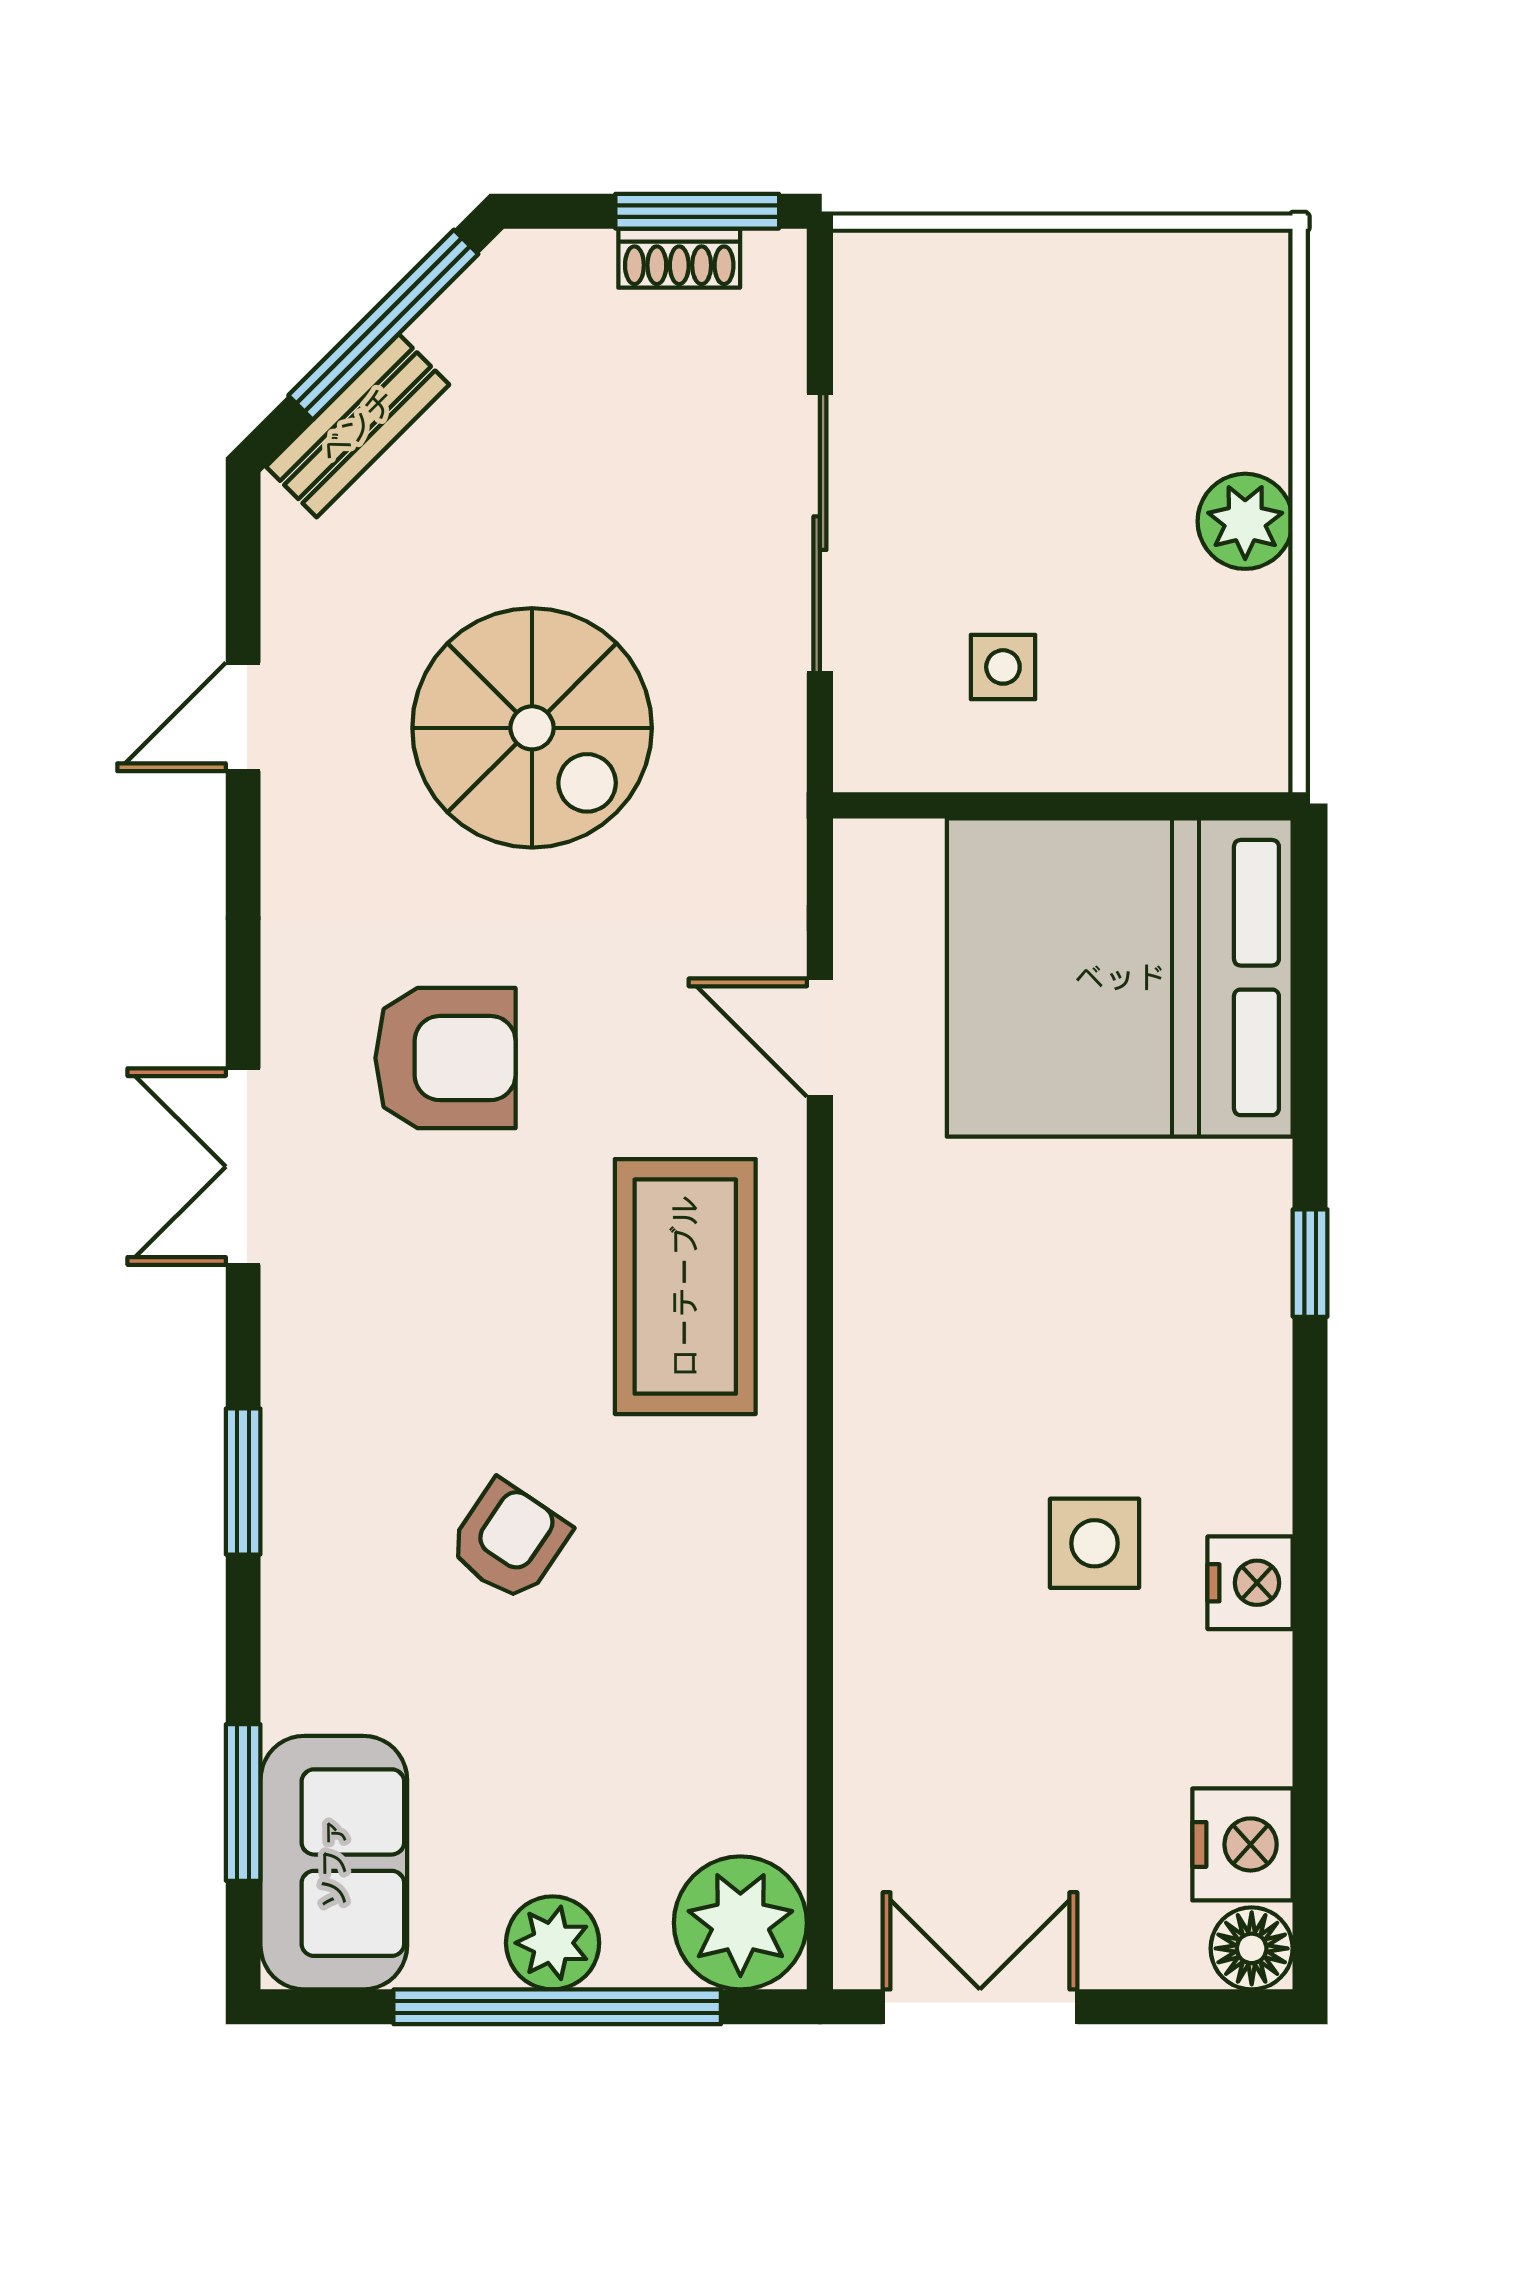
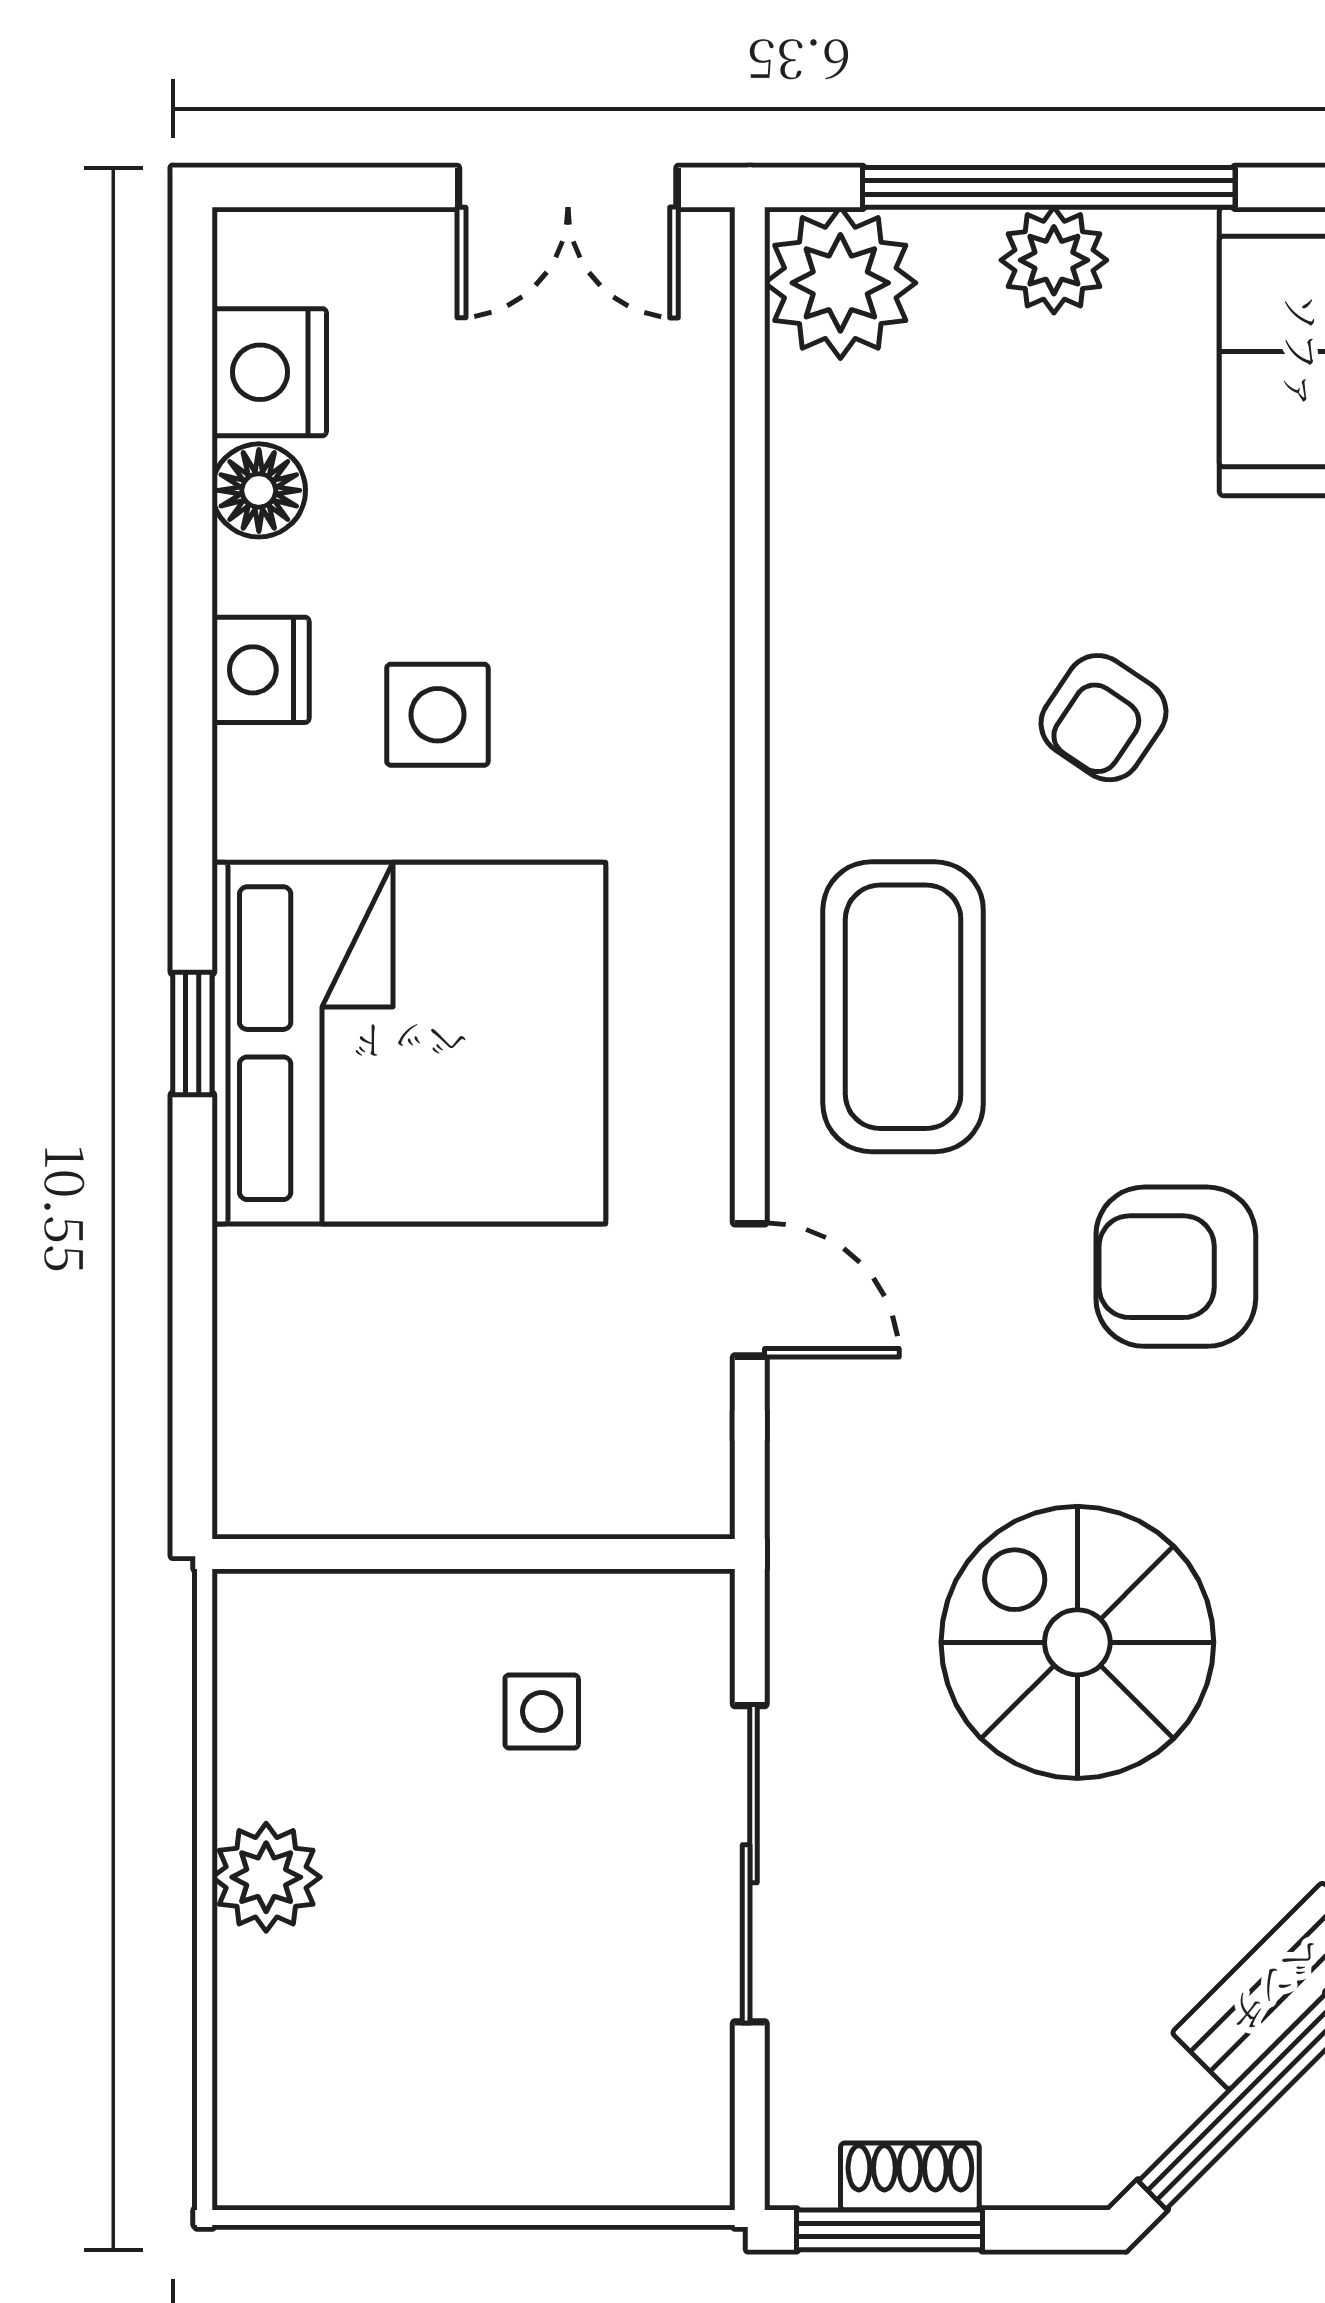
bed: (1120, 978) -> (409, 1043), moved
floor lamp: (1252, 1948) -> (259, 490), moved

